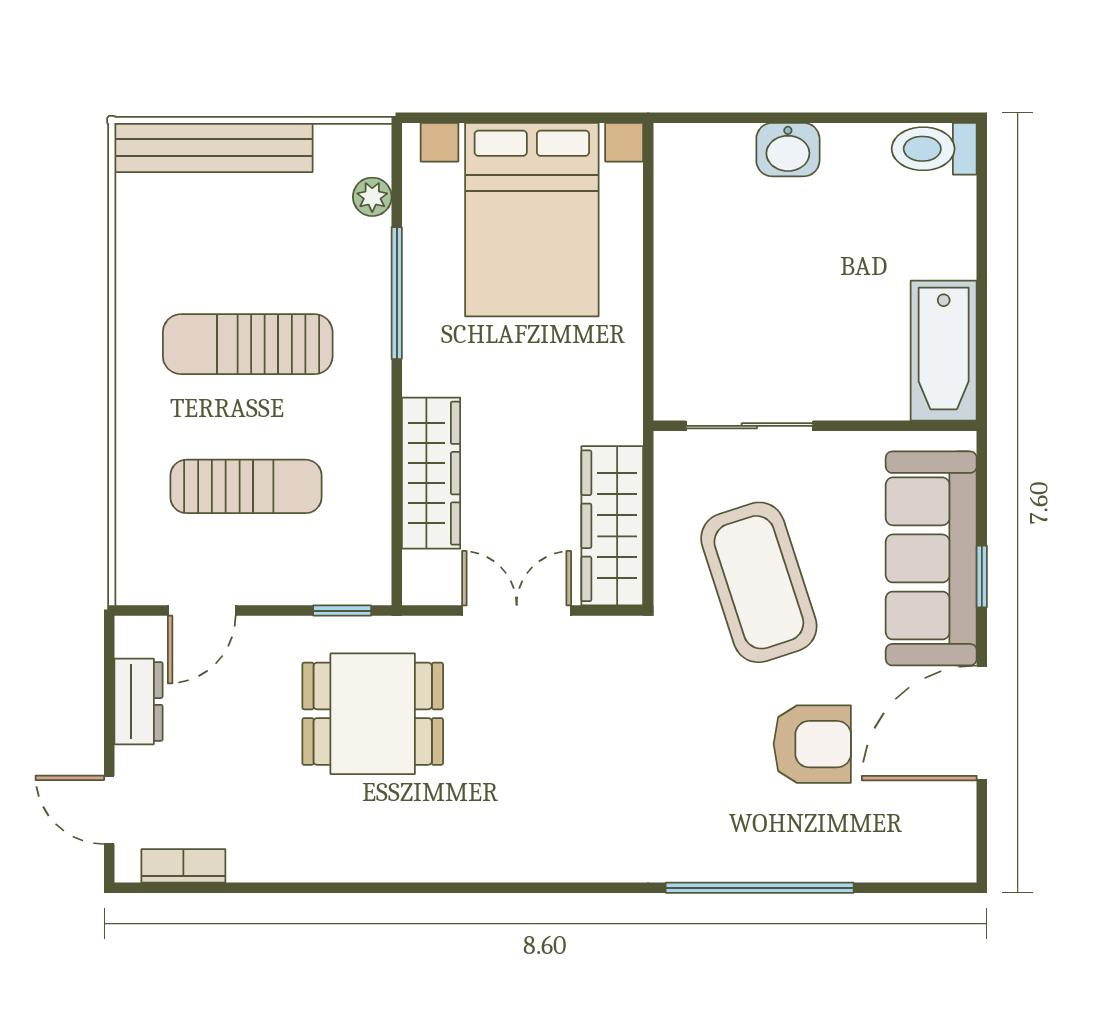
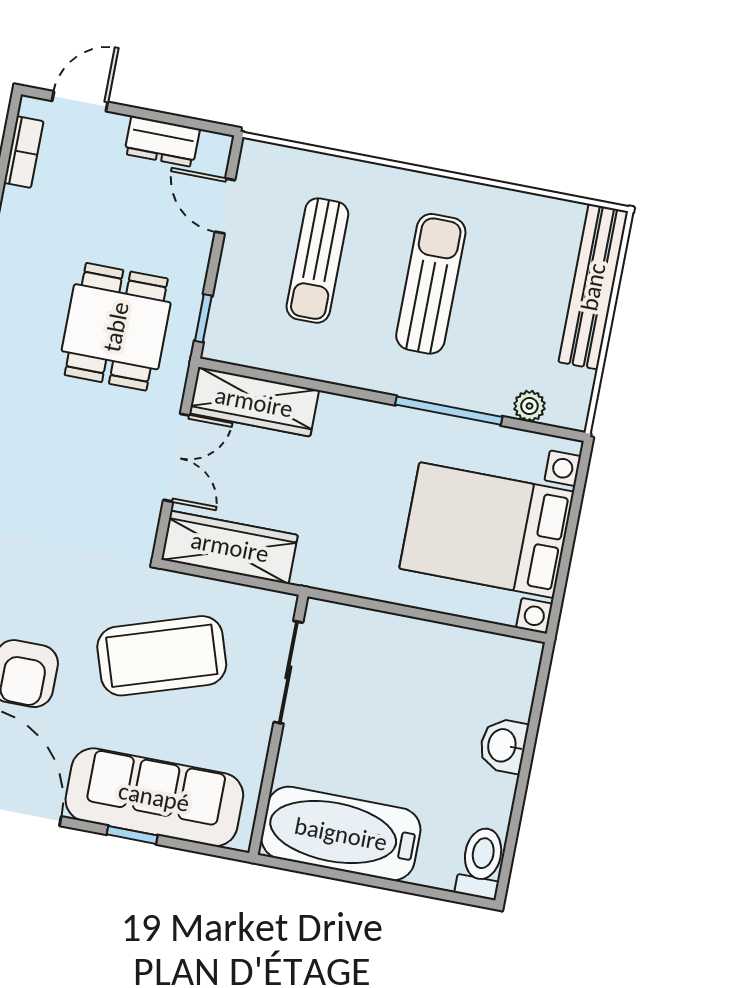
bathtub: (944, 351) -> (341, 834), width x1.36, depth x1.36
wardrobe: (431, 473) -> (254, 402), moved

